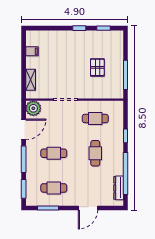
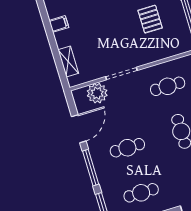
plant: (33, 108) -> (97, 93), moved

